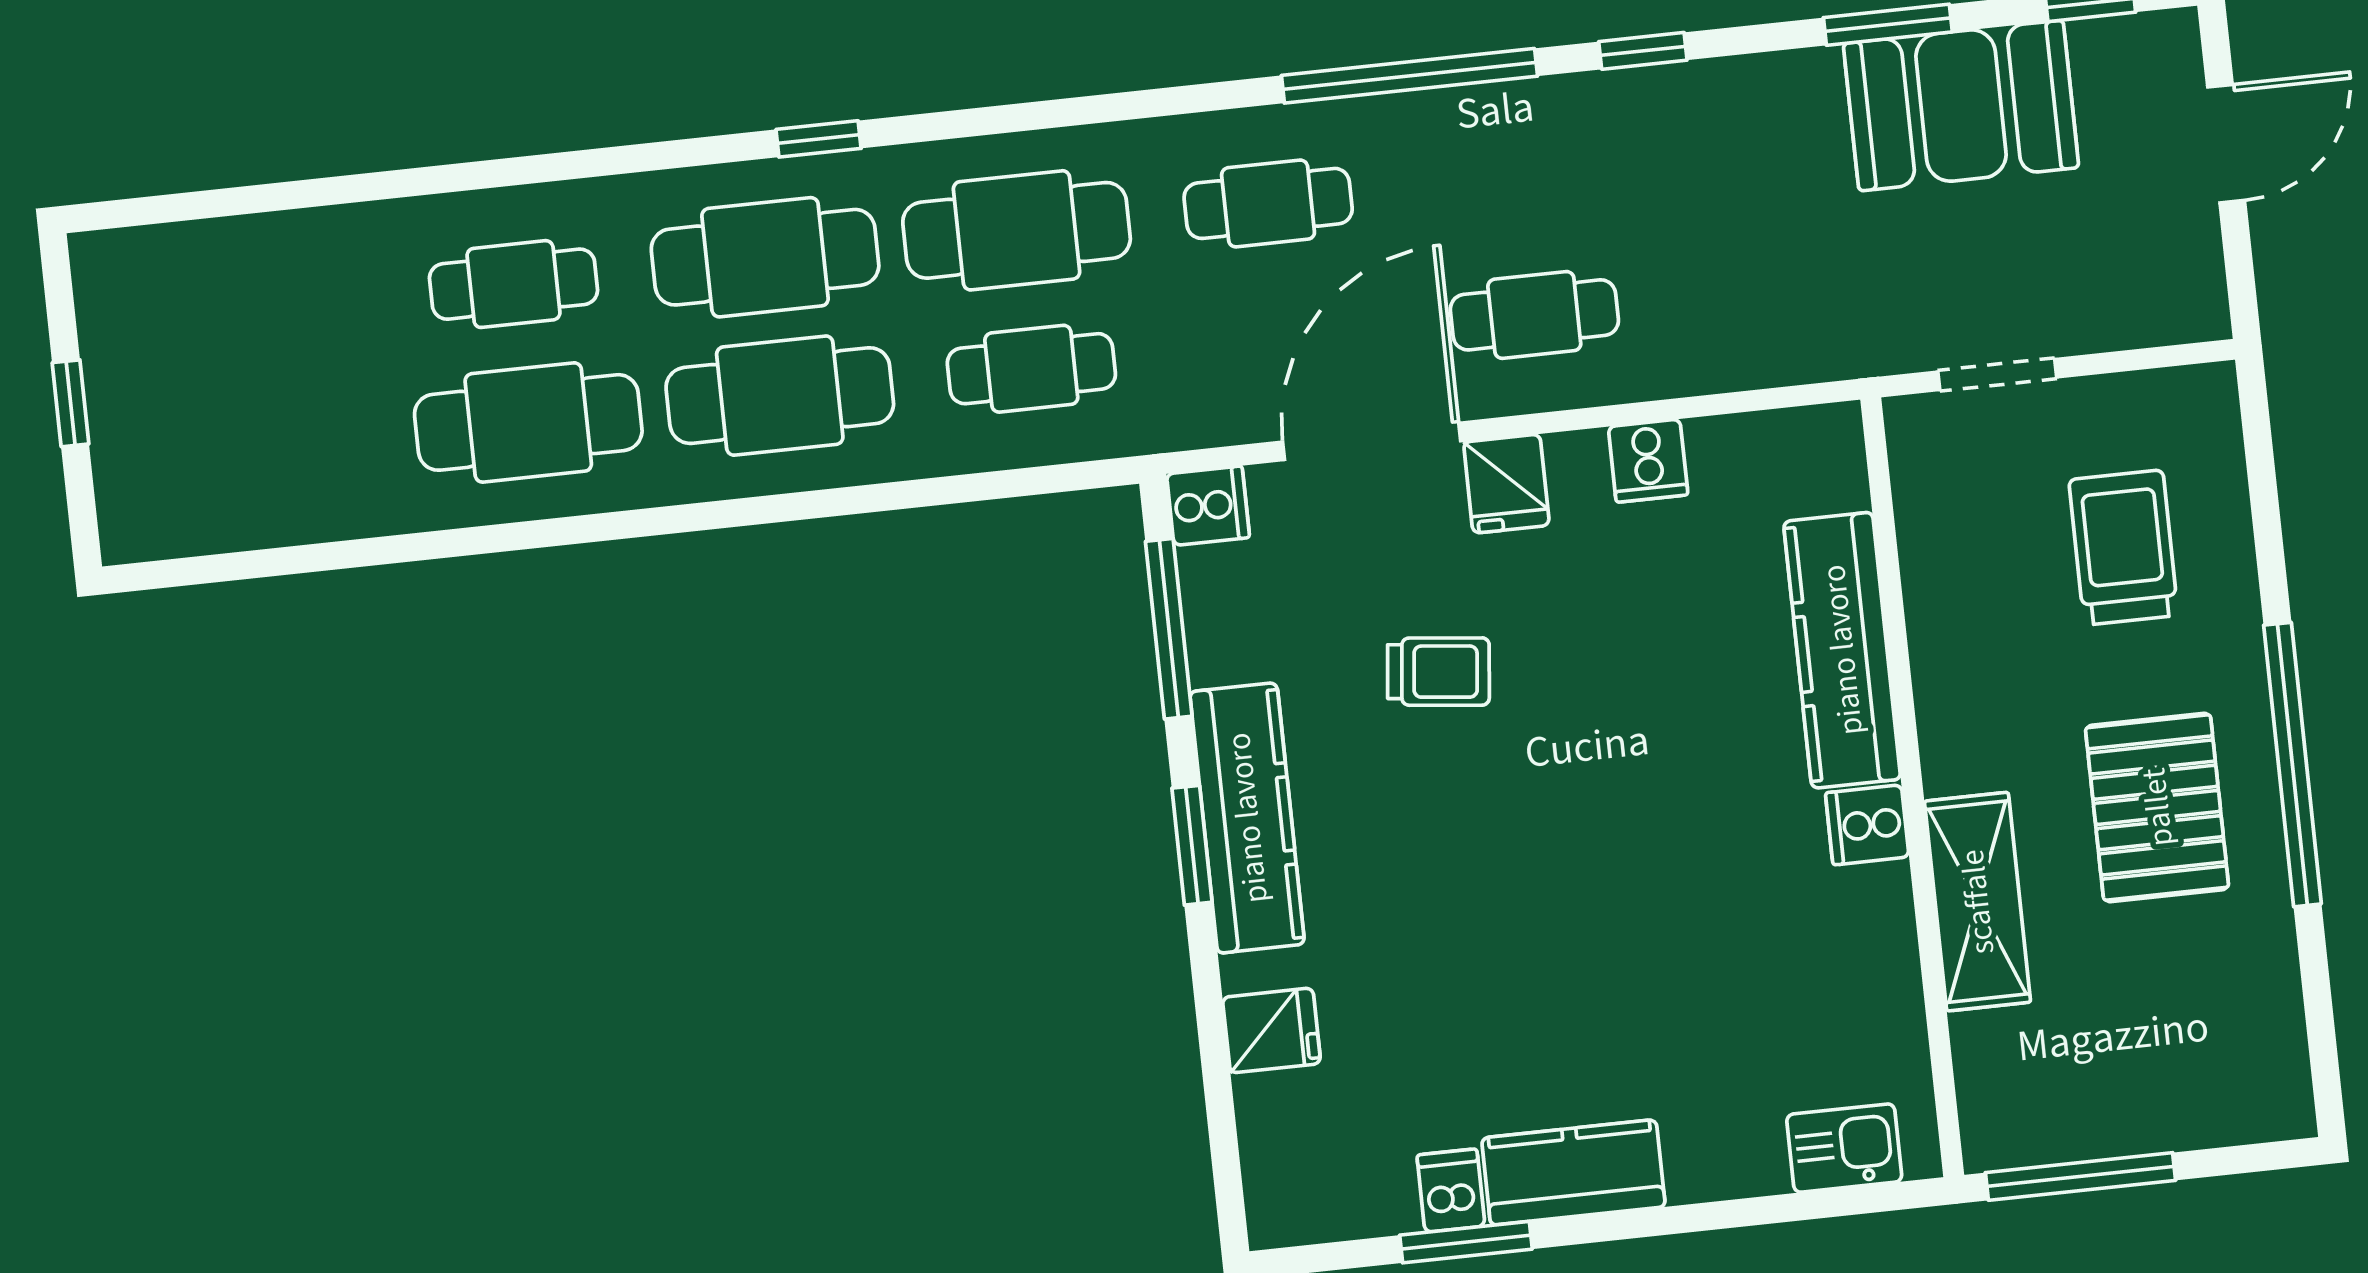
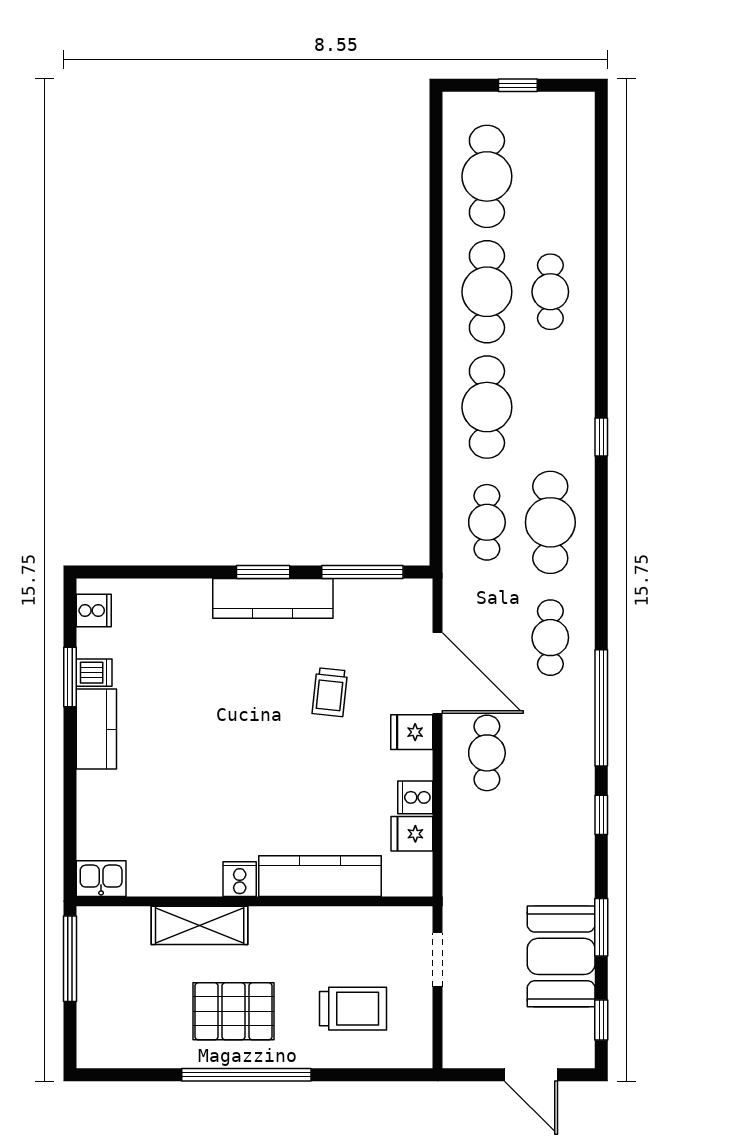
cafe table: (765, 257) -> (487, 176), moved
cooker: (1208, 506) -> (94, 610), moved, turned -90
fridge: (1272, 1030) -> (412, 834), moved, turned 90
kitchen sink: (1844, 1148) -> (101, 879), moved, turned -90

